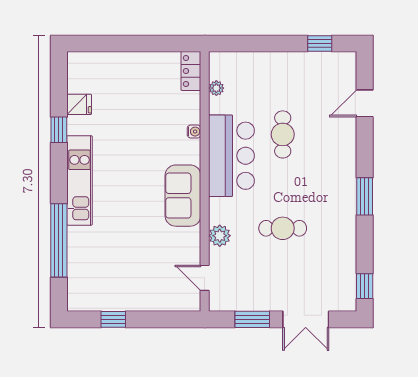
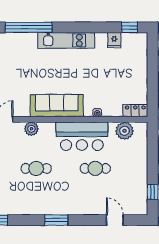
plant: (216, 88) -> (125, 131), width x1.88, depth x1.88
window: (59, 130) -> (129, 27), moved
sofa: (183, 196) -> (57, 106), width x1.36
cafe table: (283, 228) -> (36, 168), turned 90

